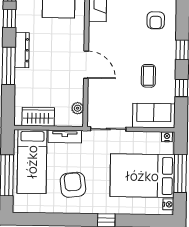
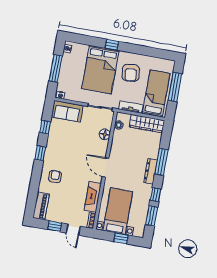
door: (86, 65) -> (106, 168), moved
coffee table: (148, 76) -> (66, 139), removed
floor lamp: (95, 92) -> (105, 134), added
wardrobe: (38, 117) -> (147, 124), width x1.50
bed: (142, 176) -> (100, 70), moved, turned 90

